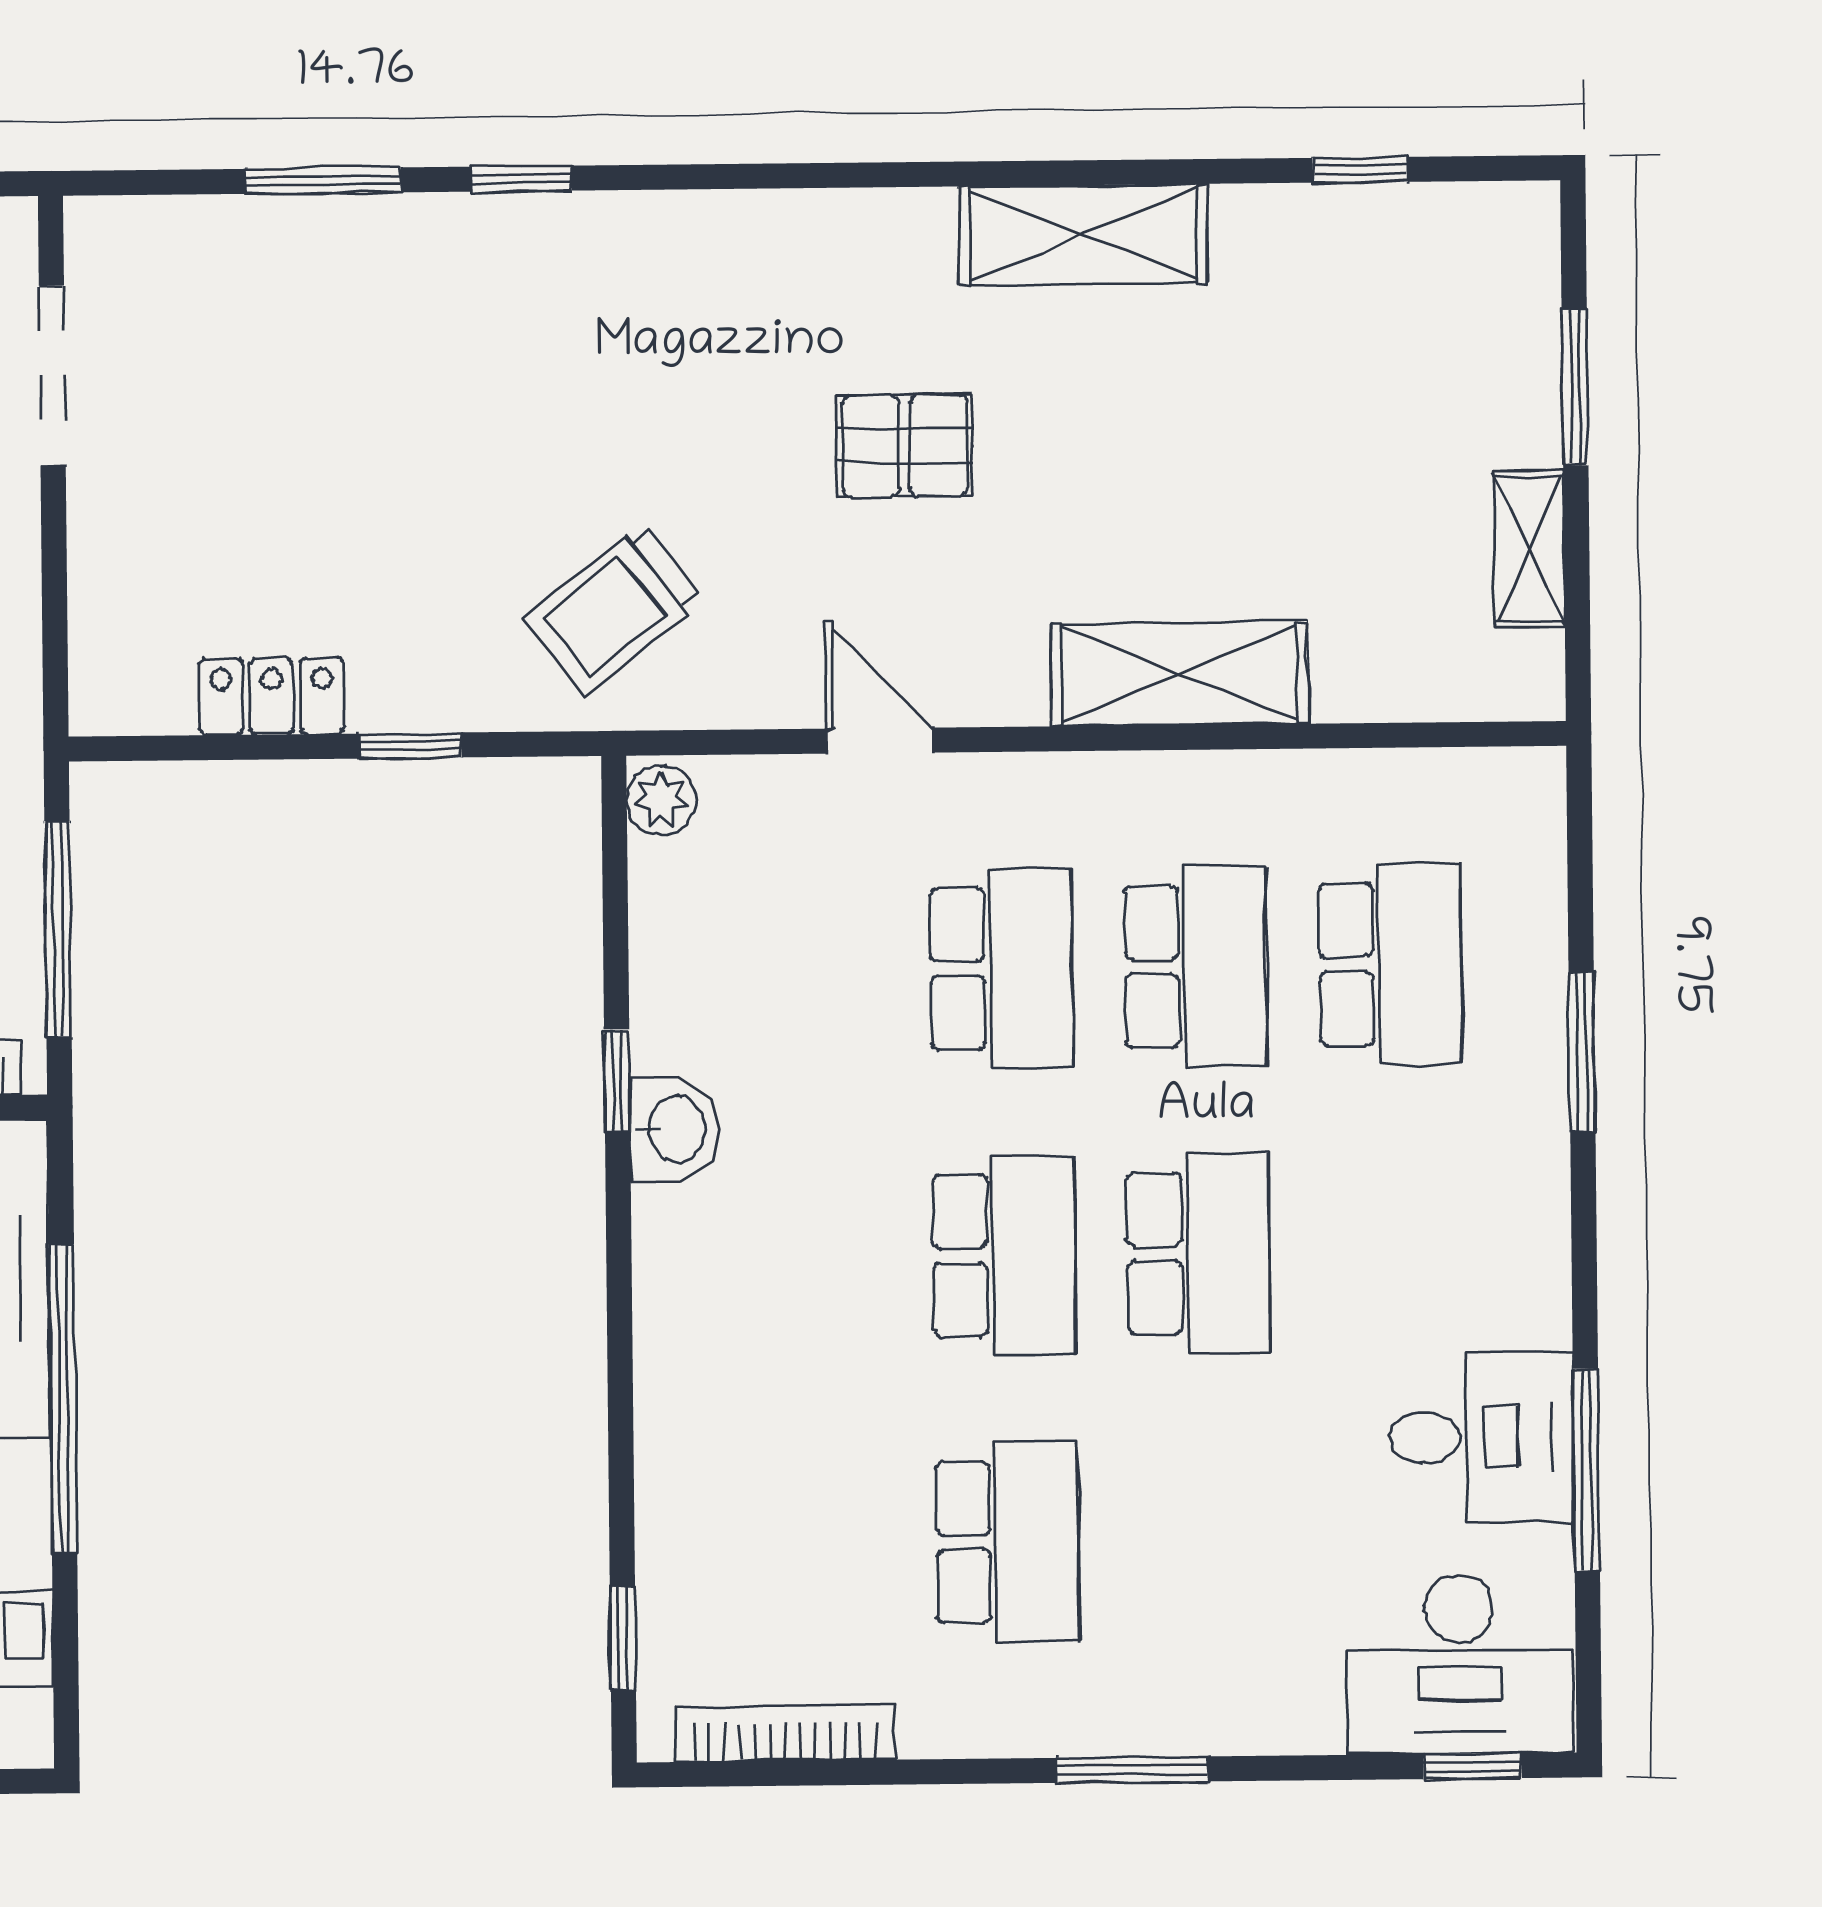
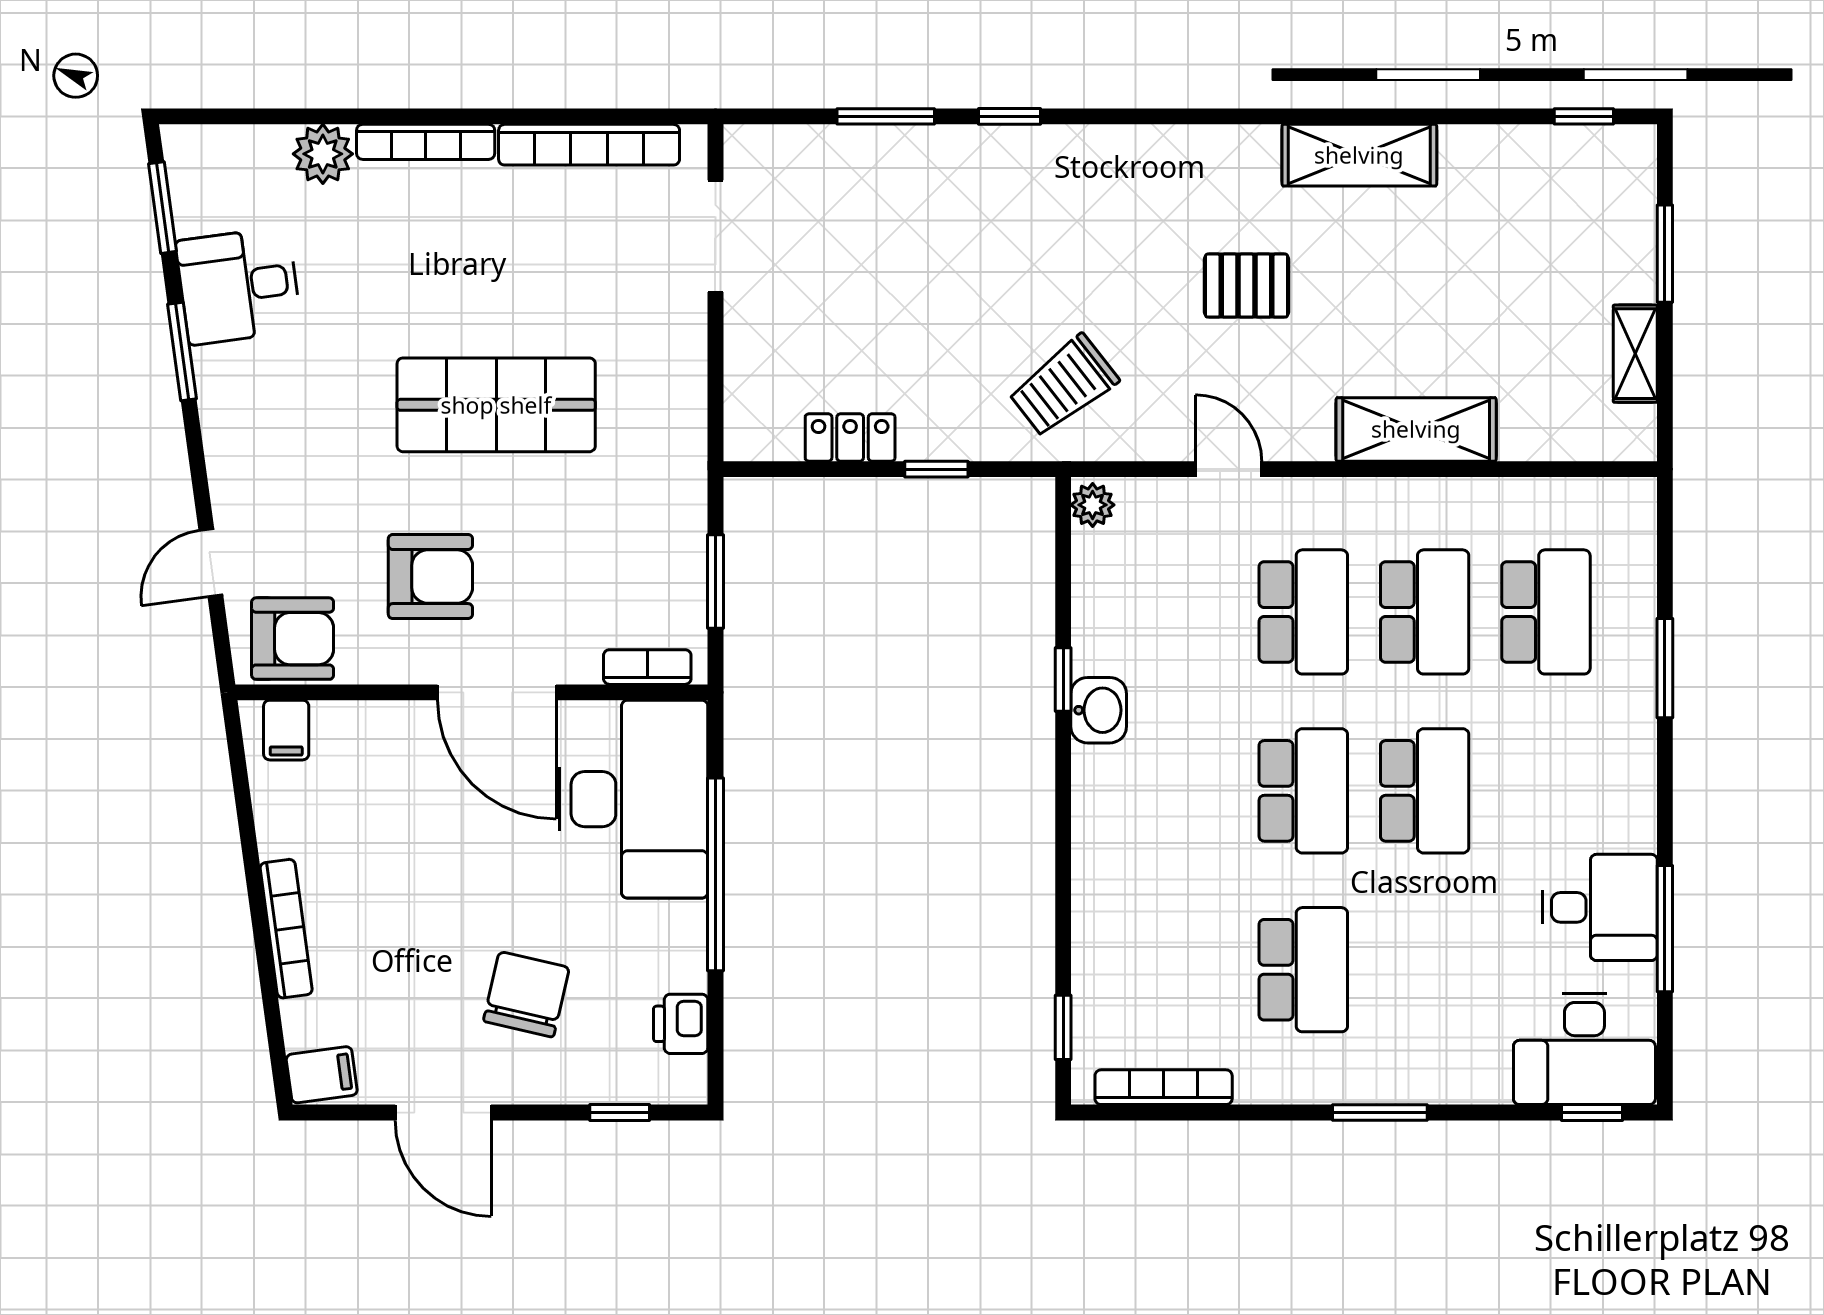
window: (1360, 170) -> (1584, 116), moved
window: (58, 929) -> (715, 581), width x0.69

